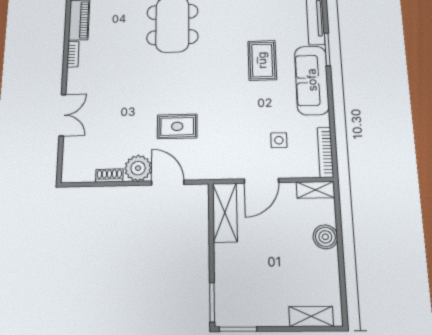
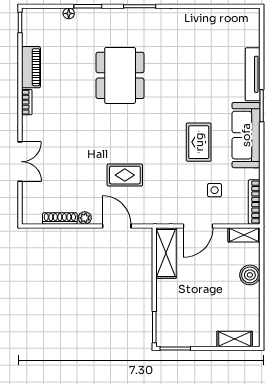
rug: (262, 60) -> (199, 142), moved
plant: (138, 168) -> (85, 218), width x0.53, depth x0.53
shoe rack: (109, 176) -> (60, 218), width x1.43

